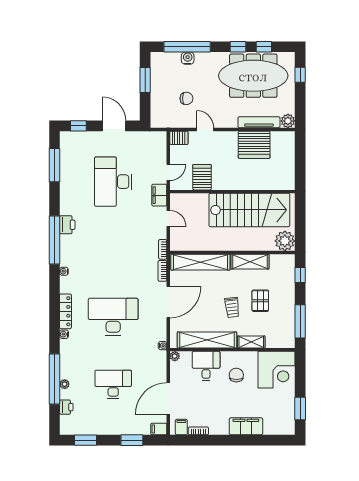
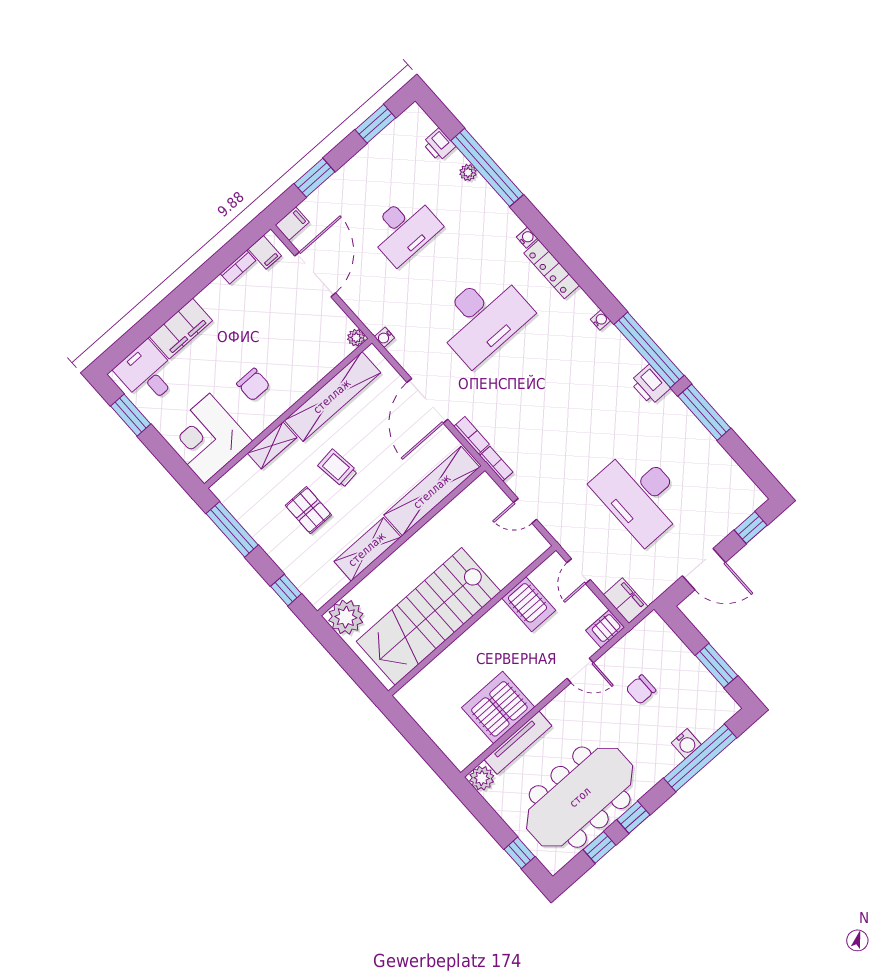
window: (54, 165) -> (704, 412), moved
desk: (113, 182) -> (640, 495), turned 180
filing cabinet: (159, 195) -> (626, 601), moved
desk: (206, 366) -> (147, 373), moved, turned 180

